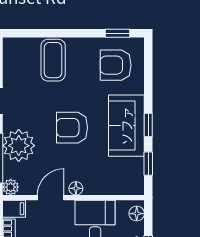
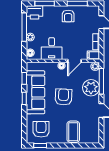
armchair: (116, 65) -> (41, 129), turned -90
sofa: (126, 126) -> (36, 92), width x1.36
armchair: (72, 128) -> (64, 97), turned -88

